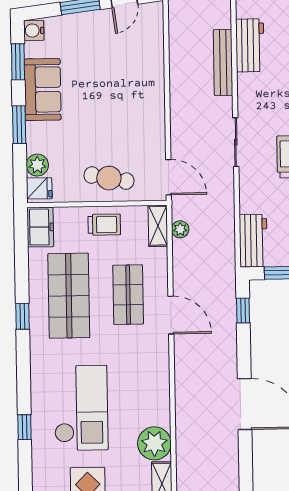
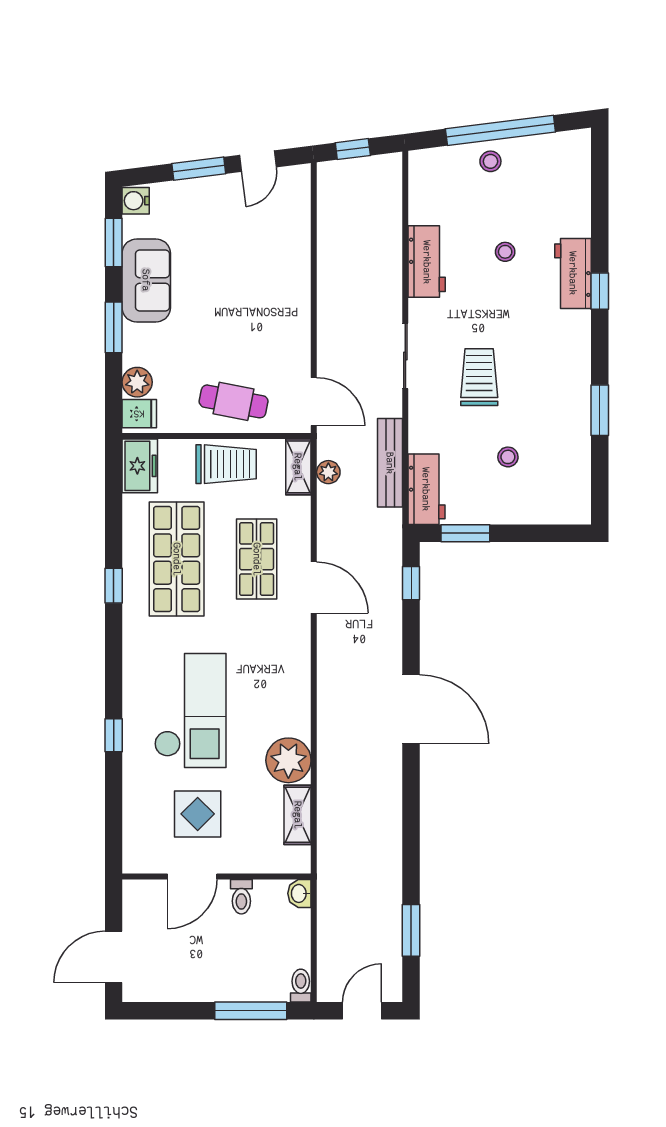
workbench: (250, 45) -> (427, 262), moved
bench: (223, 63) -> (390, 463), moved
trolley: (104, 225) -> (226, 464), width x1.36, depth x1.39

